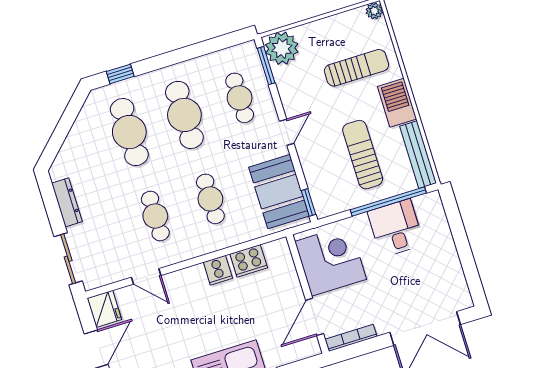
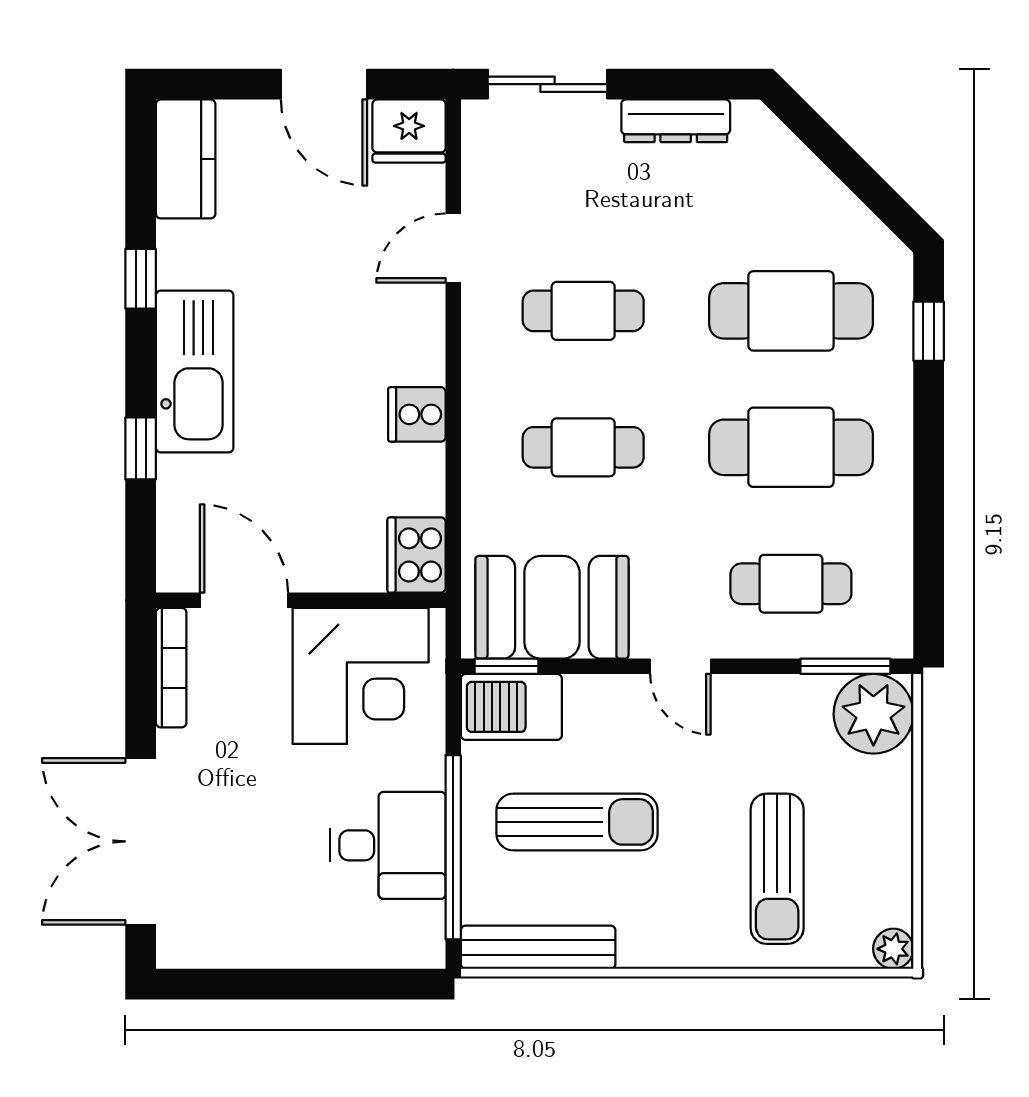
barbecue: (397, 103) -> (511, 707), moved, turned 180
cooker: (249, 261) -> (417, 555), moved

